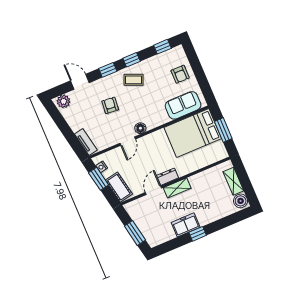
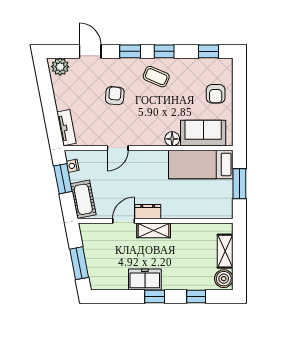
floor lamp: (140, 128) -> (172, 139), moved
bed: (193, 133) -> (201, 164), width x0.67
window: (227, 222) -> (196, 297), added

